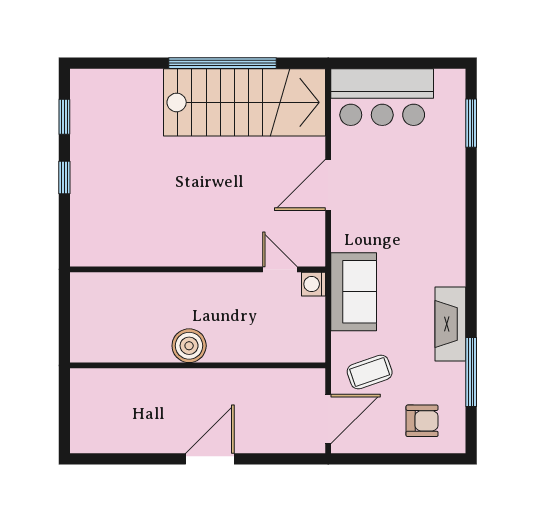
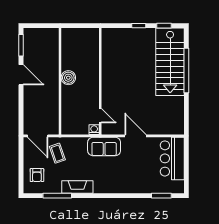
window: (222, 63) -> (186, 71), moved
stairs: (245, 102) -> (170, 62), moved
door: (280, 269) -> (100, 116), hinge flipped
sofa: (354, 292) -> (104, 146), moved
window: (112, 459) -> (21, 45), added
door: (210, 459) -> (21, 75), moved

